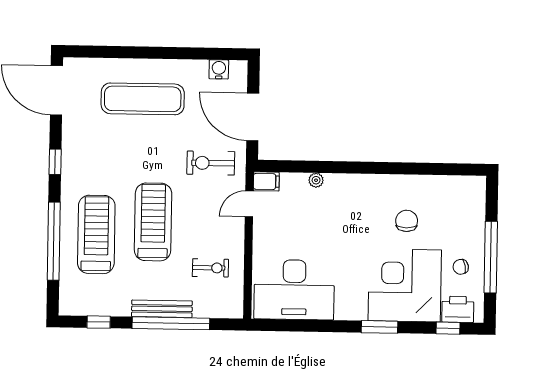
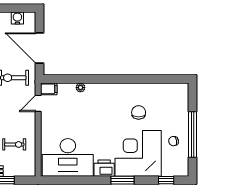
printer: (458, 309) -> (104, 168), moved

